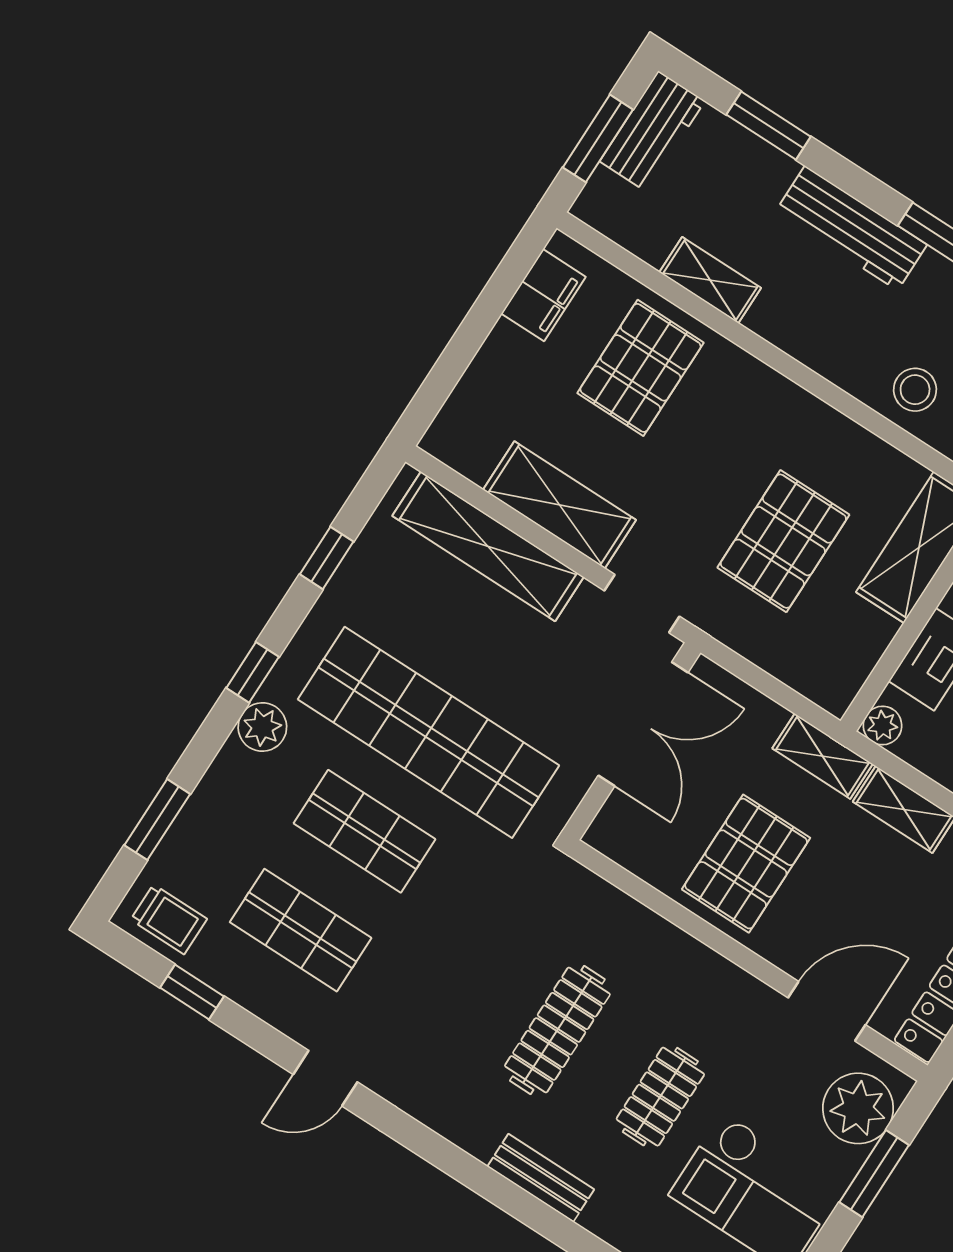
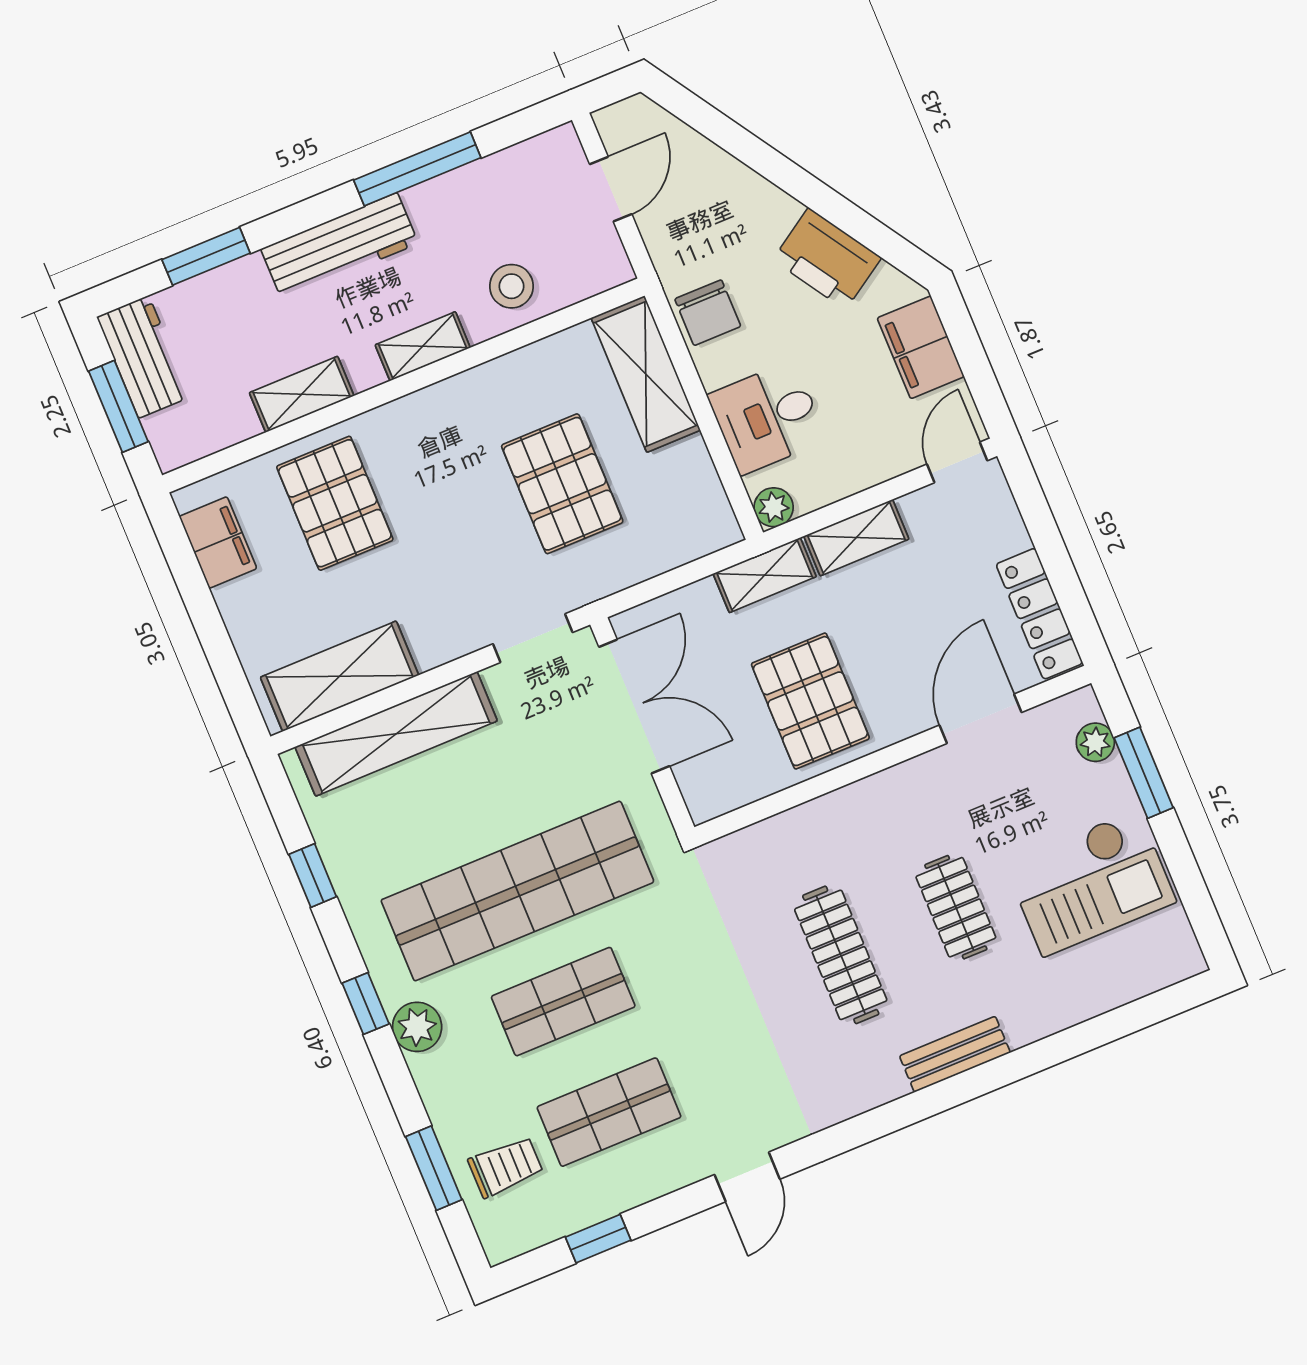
shelving: (817, 351) -> (423, 346), added
shelving: (560, 505) -> (340, 676), moved
trolley: (169, 919) -> (506, 1167), moved
plant: (858, 1108) -> (1095, 742), width x0.53, depth x0.53

